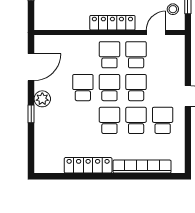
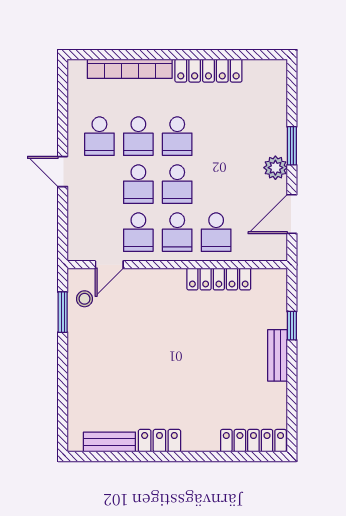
locker: (112, 23) -> (219, 279), moved
school desk: (83, 88) -> (216, 232), moved
window: (31, 114) -> (292, 146), width x1.50

